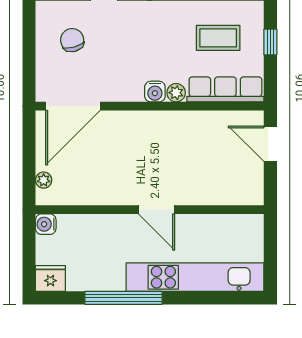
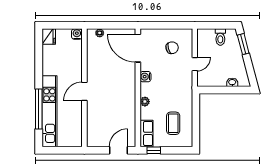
window: (270, 42) -> (154, 150), moved
row of seats: (225, 89) -> (147, 133), width x0.68
water cooler: (155, 92) -> (145, 77), moved
window: (124, 298) -> (39, 109), moved

